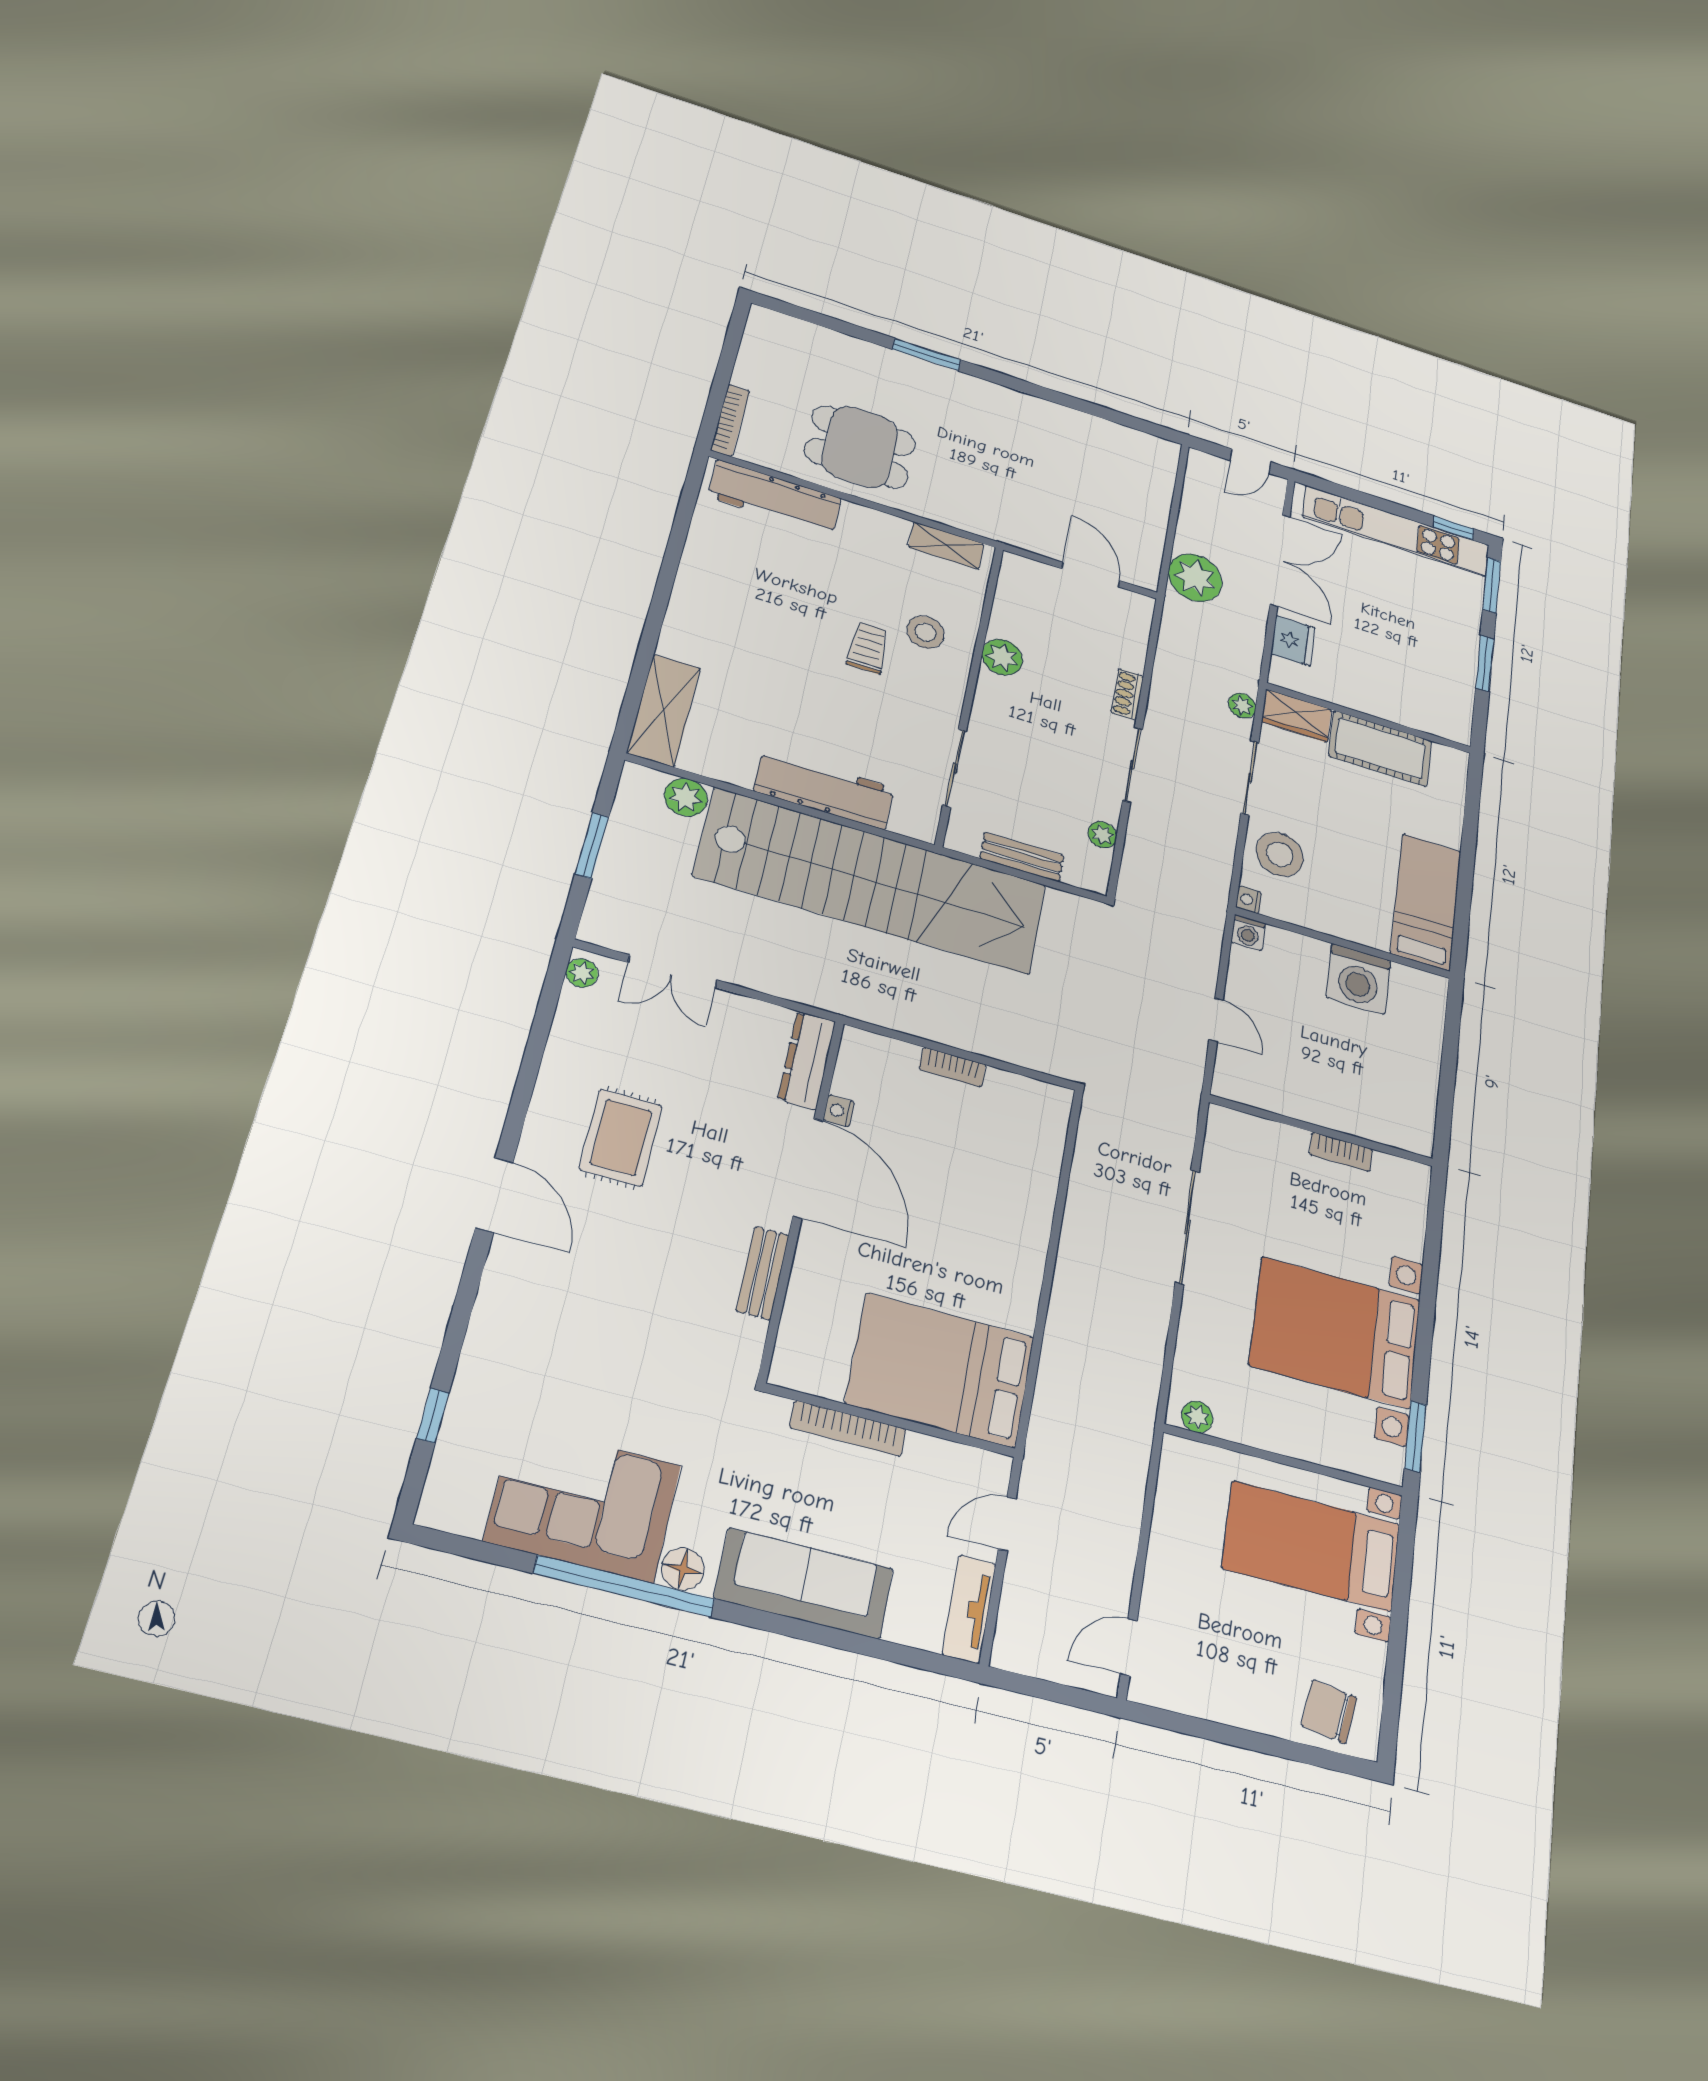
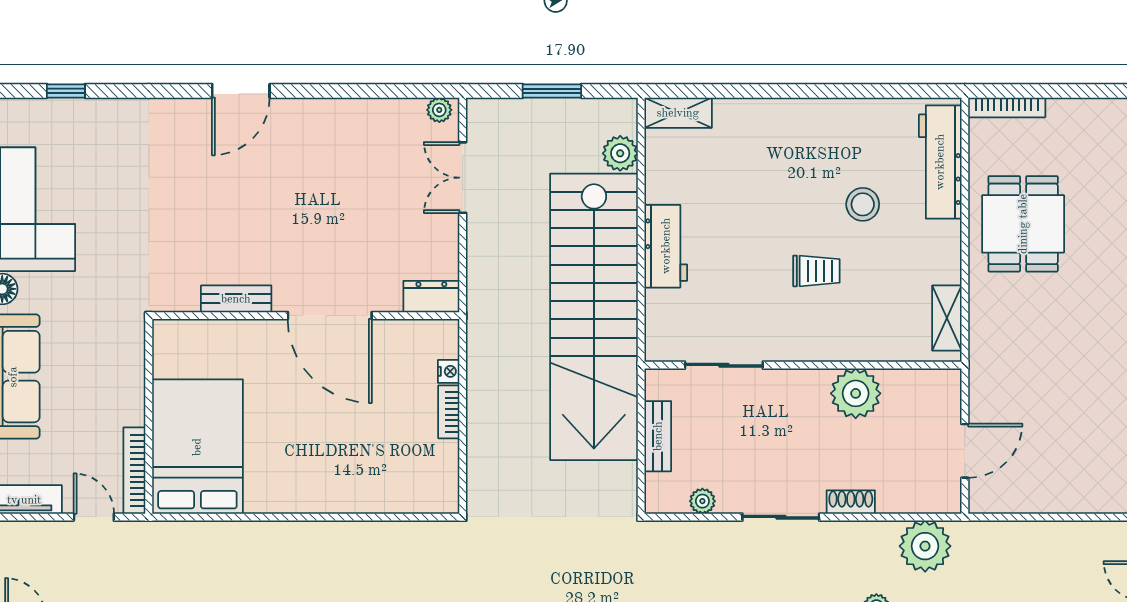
plant: (1195, 578) -> (925, 546), moved
stool: (926, 632) -> (863, 204), moved
plant: (1002, 657) -> (856, 393), width x1.36, depth x1.36
shelving: (664, 710) -> (678, 113), width x0.67, depth x0.75
workbench: (824, 789) -> (666, 246), width x0.73
dresser: (807, 1060) -> (431, 297), width x0.70
nightstand: (839, 1111) -> (449, 371), moved, turned 90
rug: (621, 1137) -> (313, 171), removed
door: (808, 1168) -> (330, 316), hinge flipped
bookcase: (848, 1428) -> (134, 471), moved

